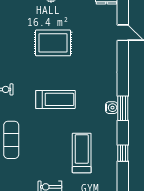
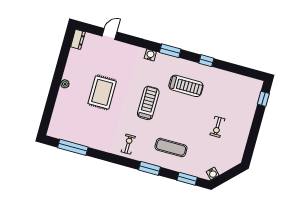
water cooler: (112, 108) -> (150, 55), moved
treadmill: (82, 153) -> (186, 86), moved, turned 180

